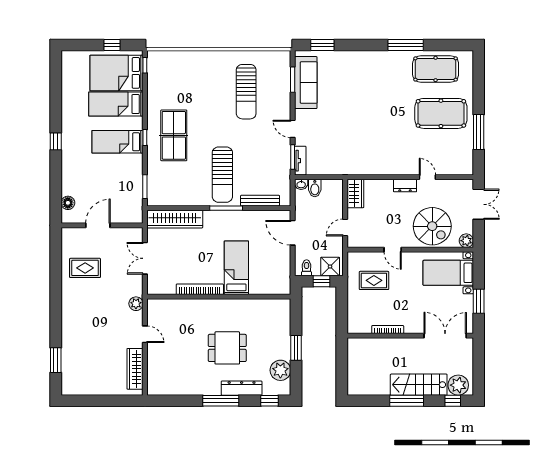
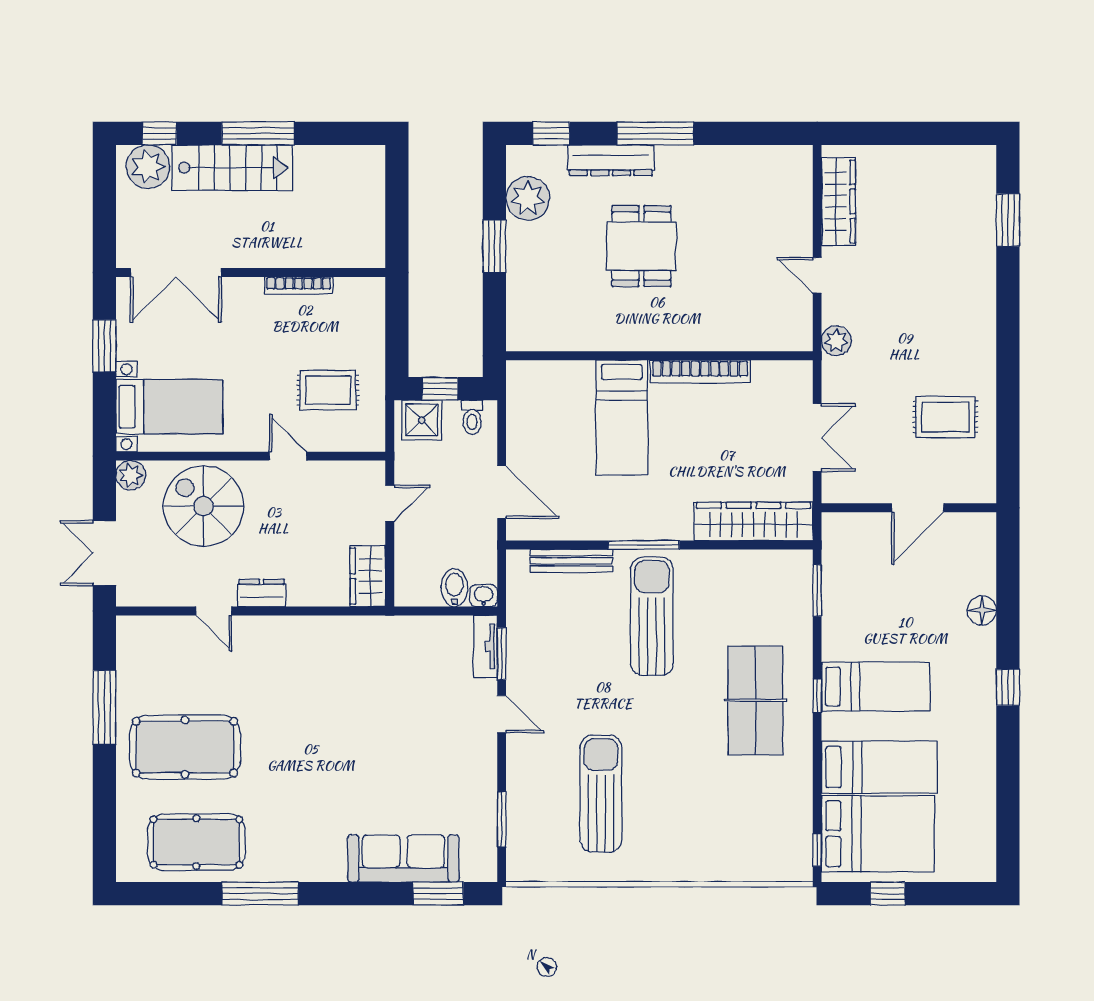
sofa: (306, 83) -> (403, 858), moved, turned 90
floor lamp: (68, 203) -> (982, 610), moved
dining table: (227, 348) -> (641, 246), turned 90

